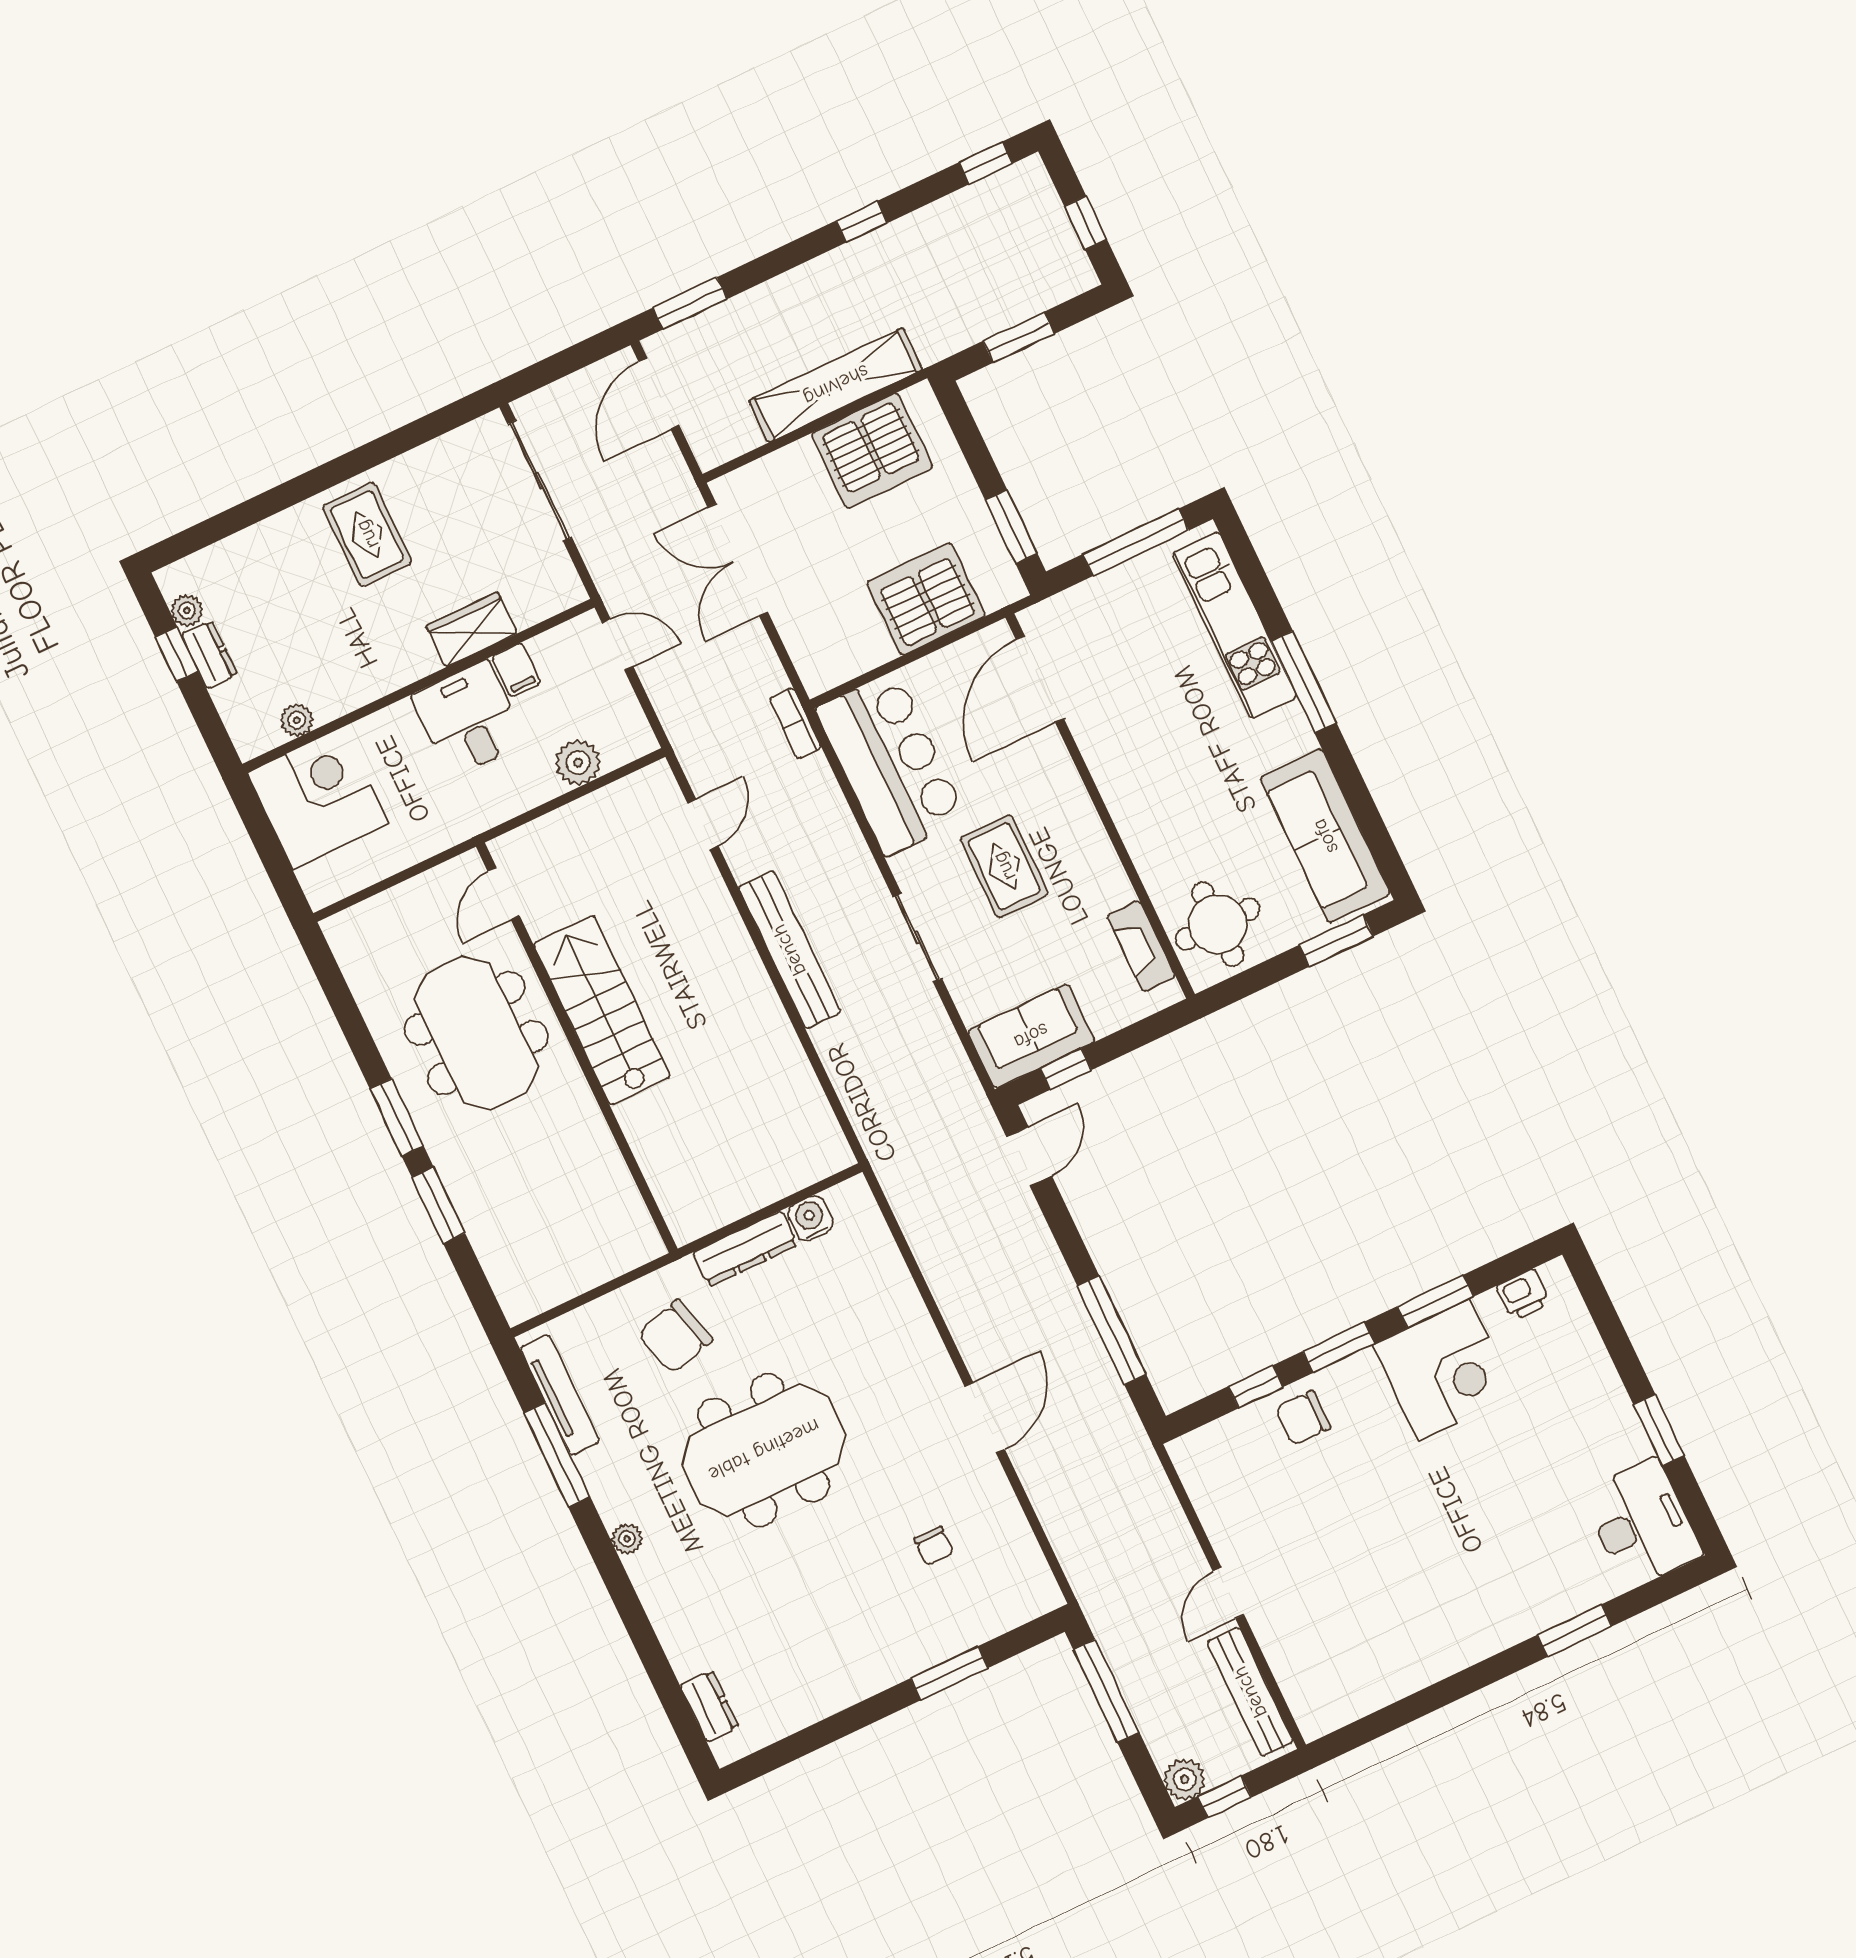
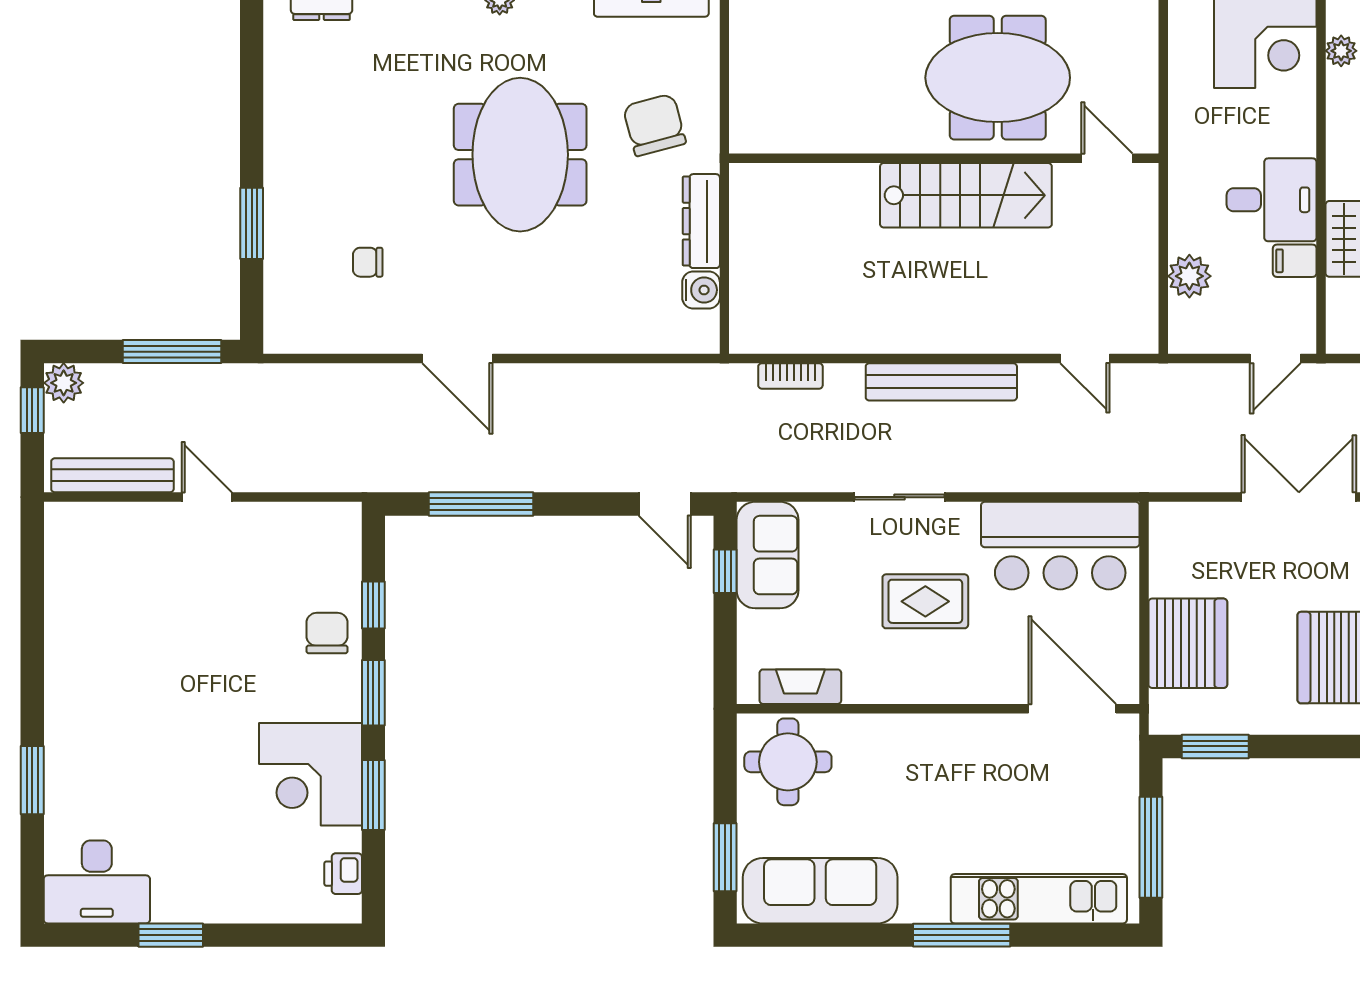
bookcase: (795, 723) -> (790, 376), moved, turned 180

